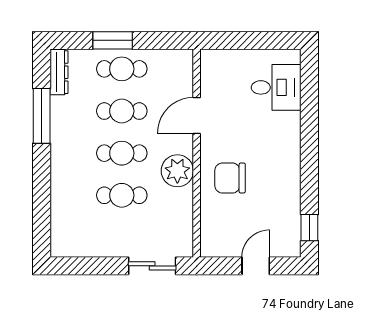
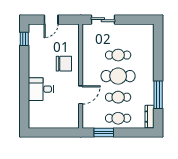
window: (113, 40) -> (104, 133), moved
desk: (276, 87) -> (41, 89), moved
cafe table: (122, 153) -> (118, 76), width x1.37, depth x1.35
plant: (177, 171) -> (90, 67), removed

